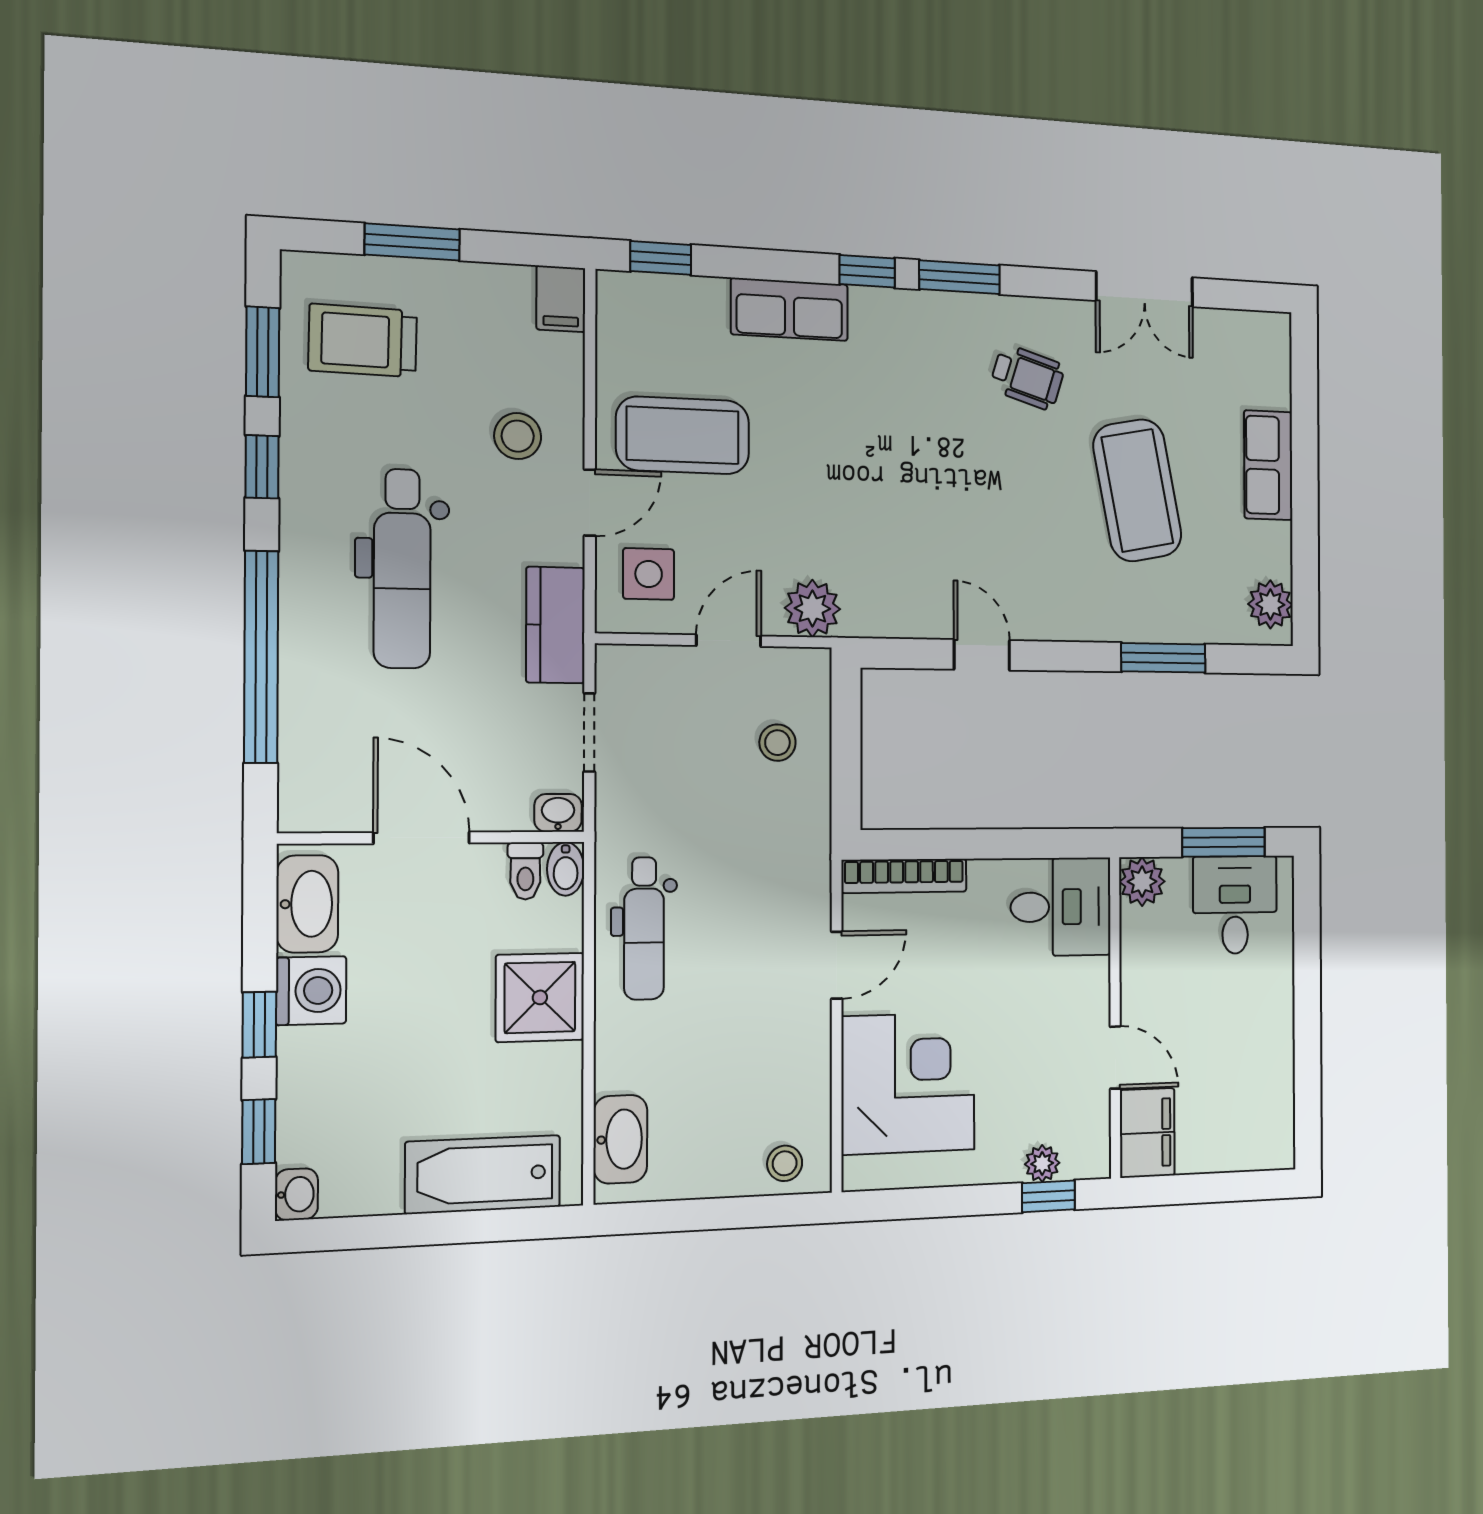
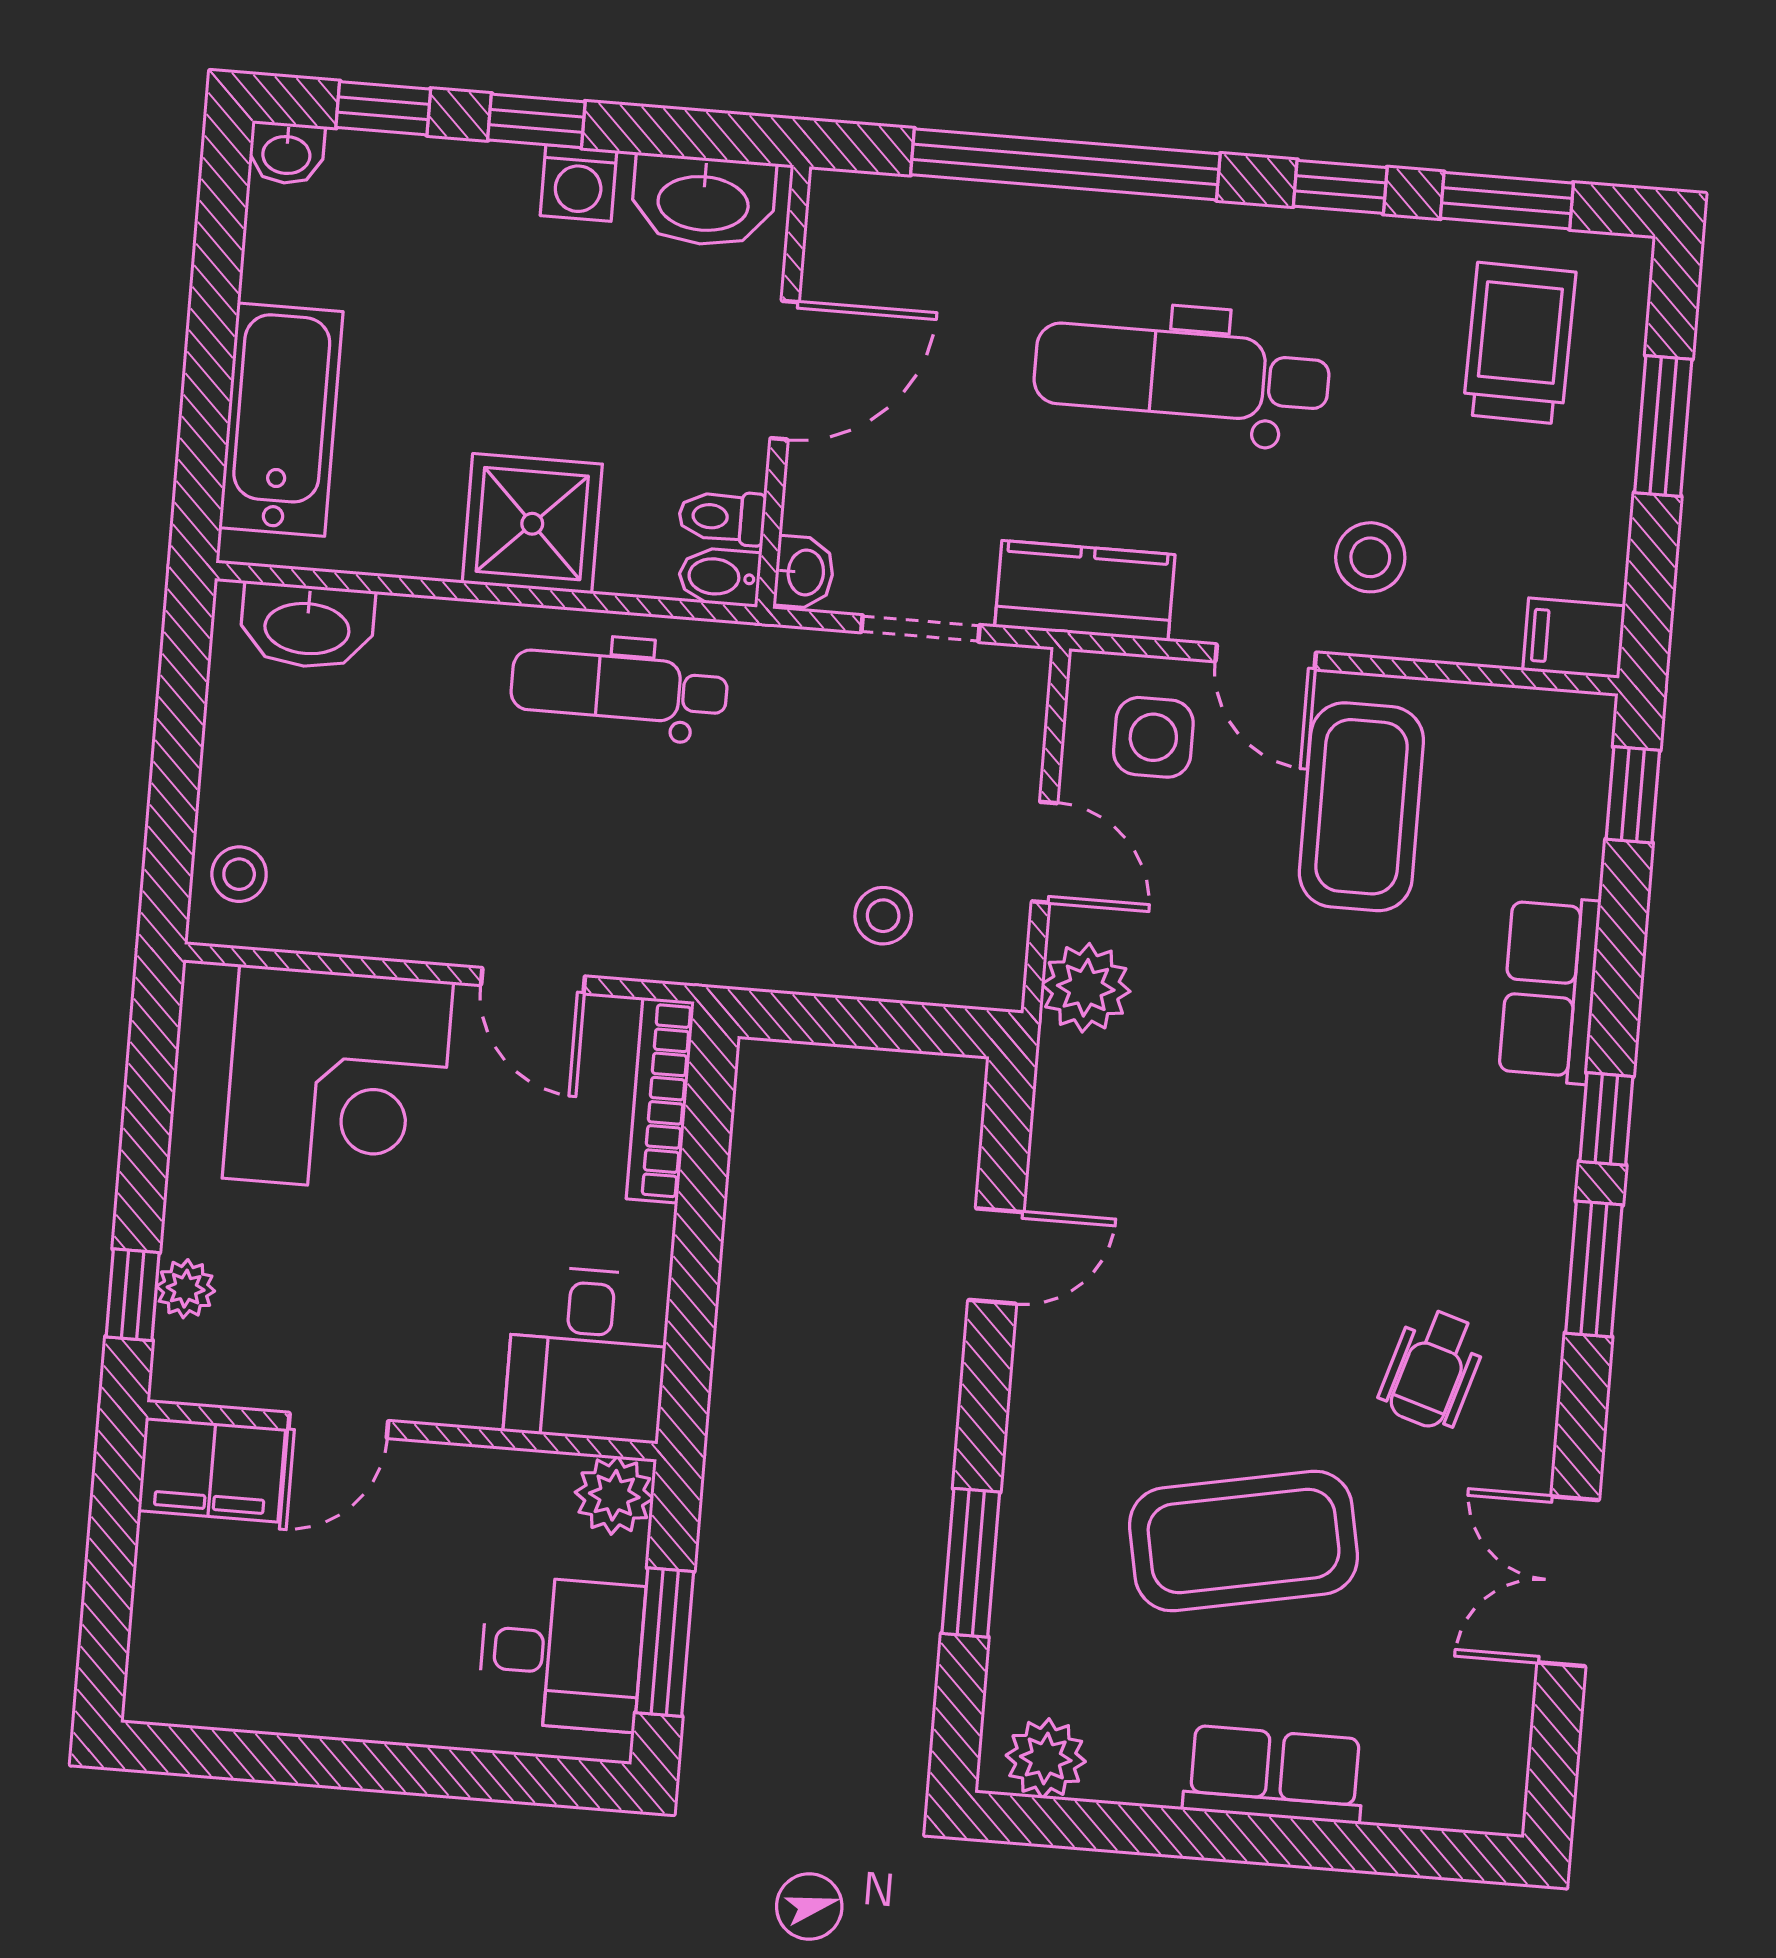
washing machine: (311, 991) -> (579, 183), width x0.73, depth x0.73

